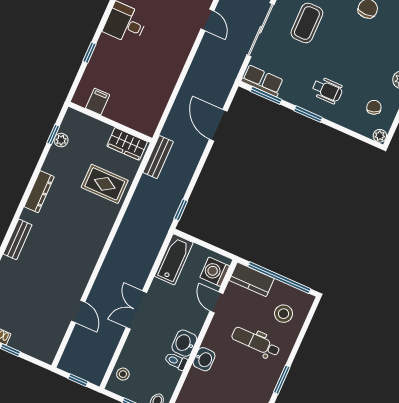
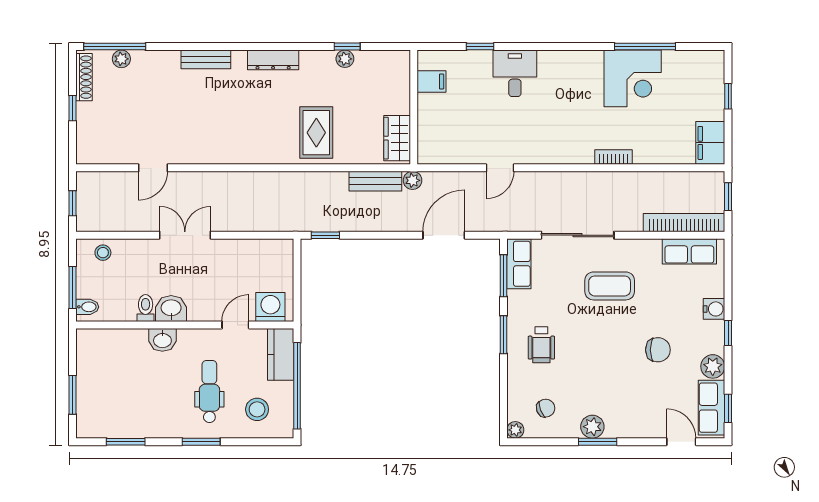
door: (207, 20) -> (500, 168), moved
window: (89, 53) -> (480, 47), moved
filing cabinet: (98, 101) -> (431, 82), moved
wall: (110, 122) -> (414, 107), moved
plant: (169, 130) -> (413, 180), added
wardrobe: (127, 144) -> (397, 138), moved
bathtub: (174, 259) -> (264, 253), removed
window: (282, 380) -> (201, 442), moved

